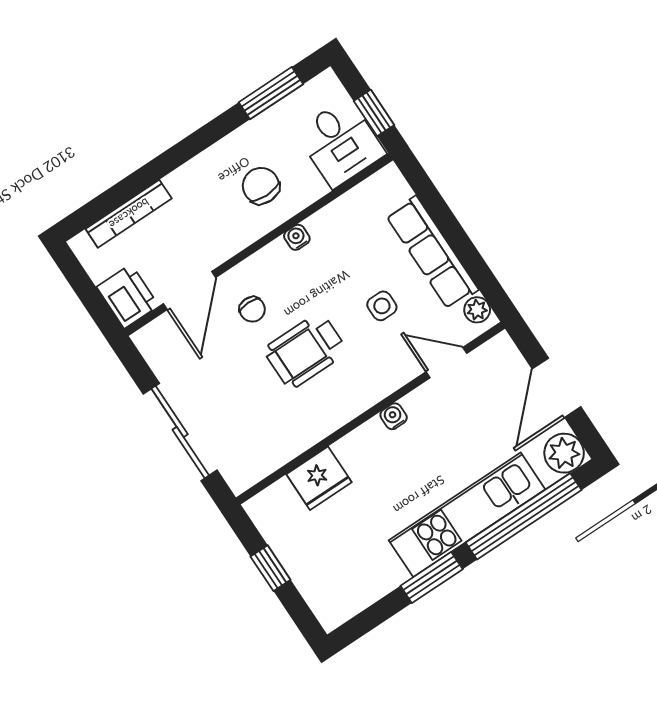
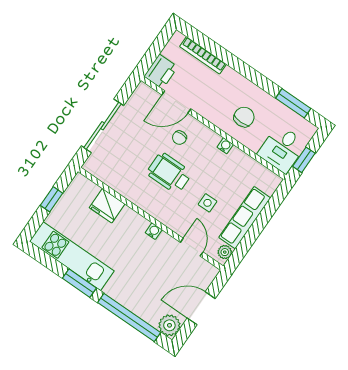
kitchen unit: (467, 515) -> (72, 256), moved

